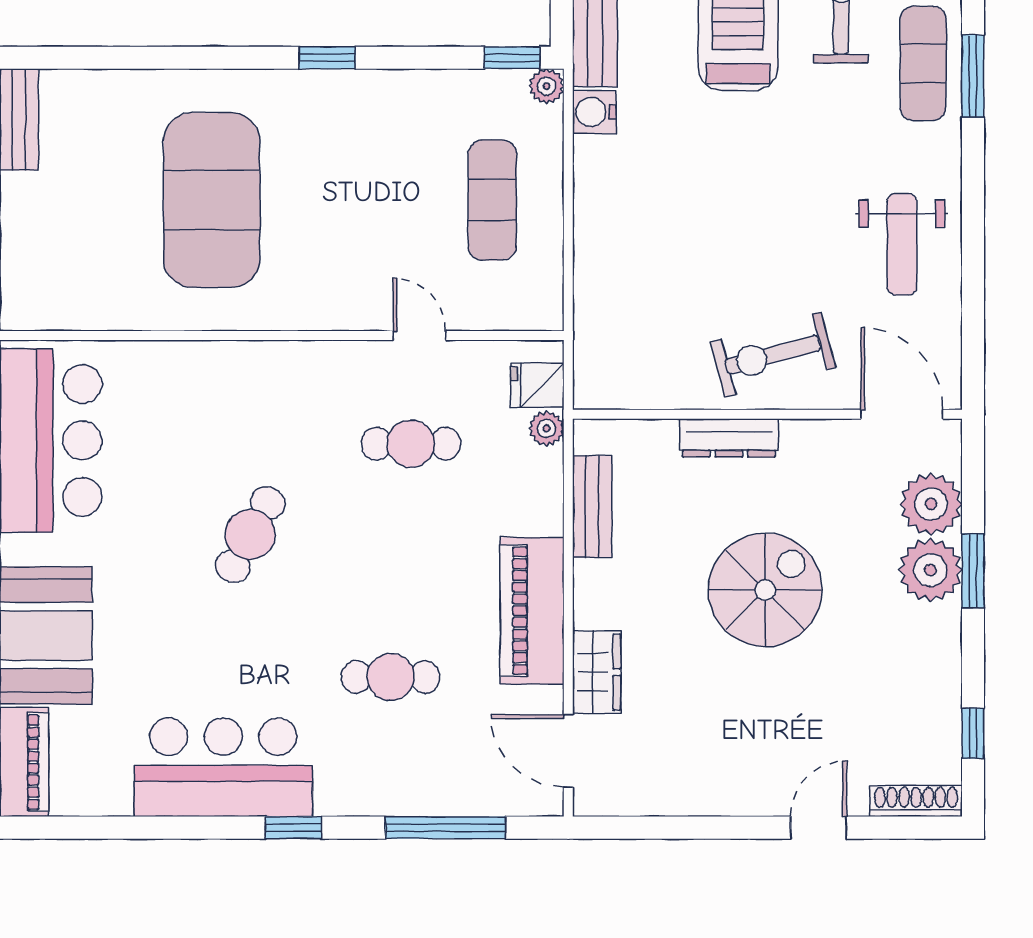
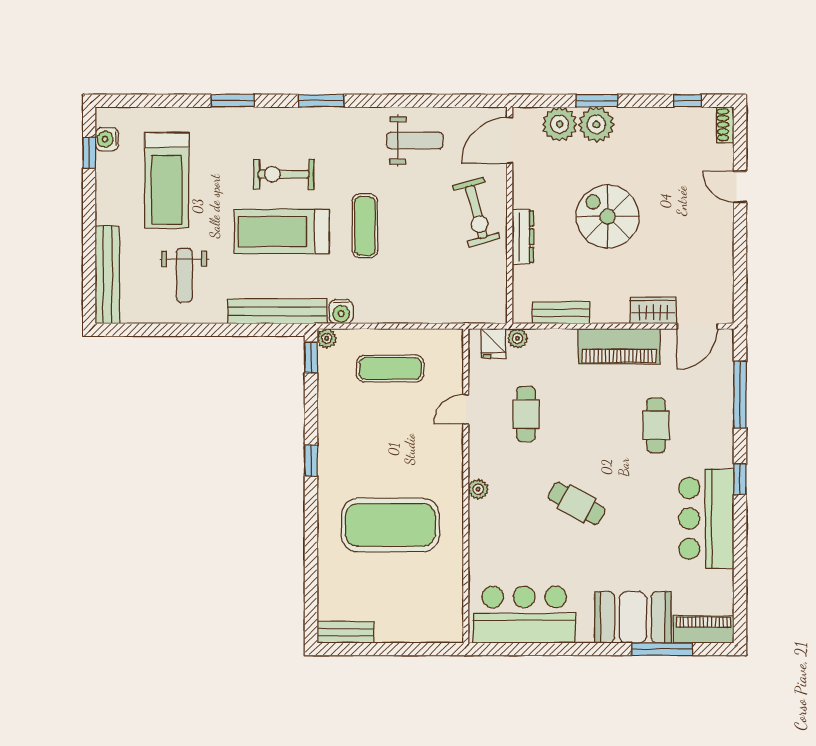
exercise mat: (923, 63) -> (365, 226), moved, turned 90
plant: (276, 358) -> (478, 489), added
shoe rack: (916, 801) -> (725, 125), width x0.70

